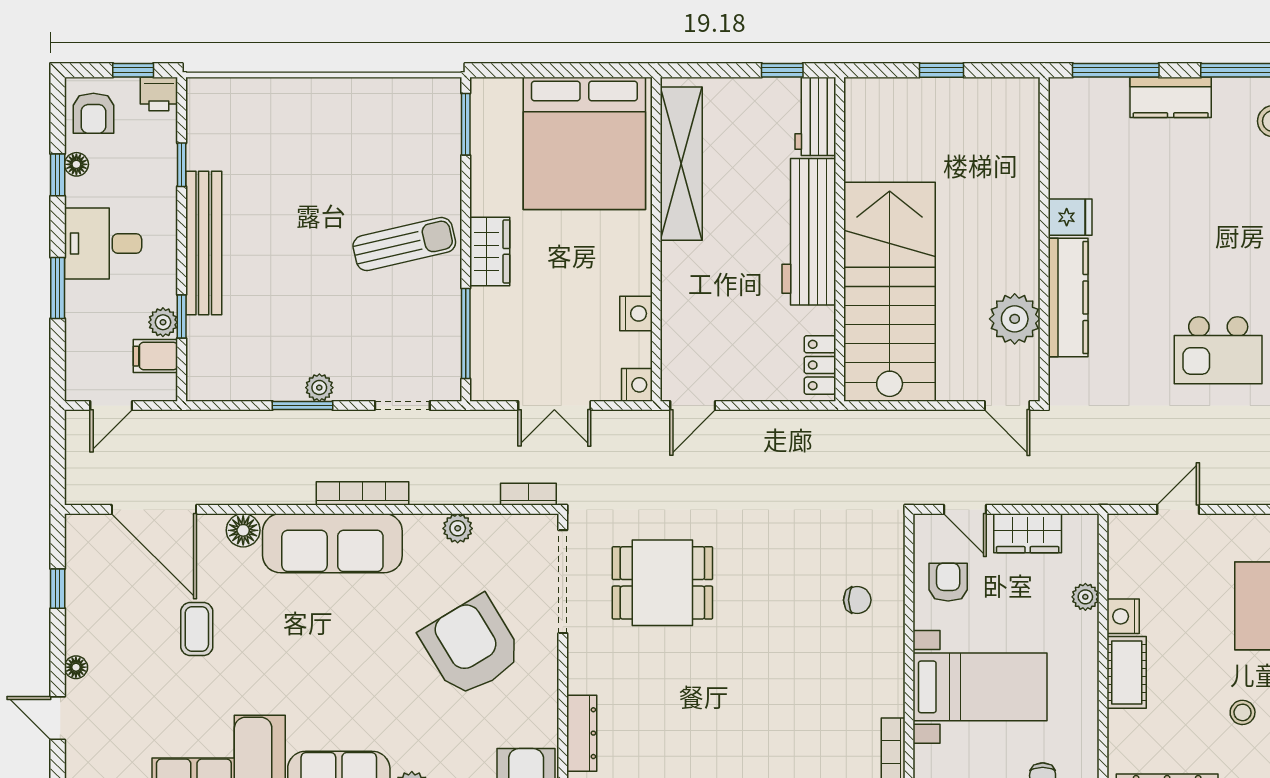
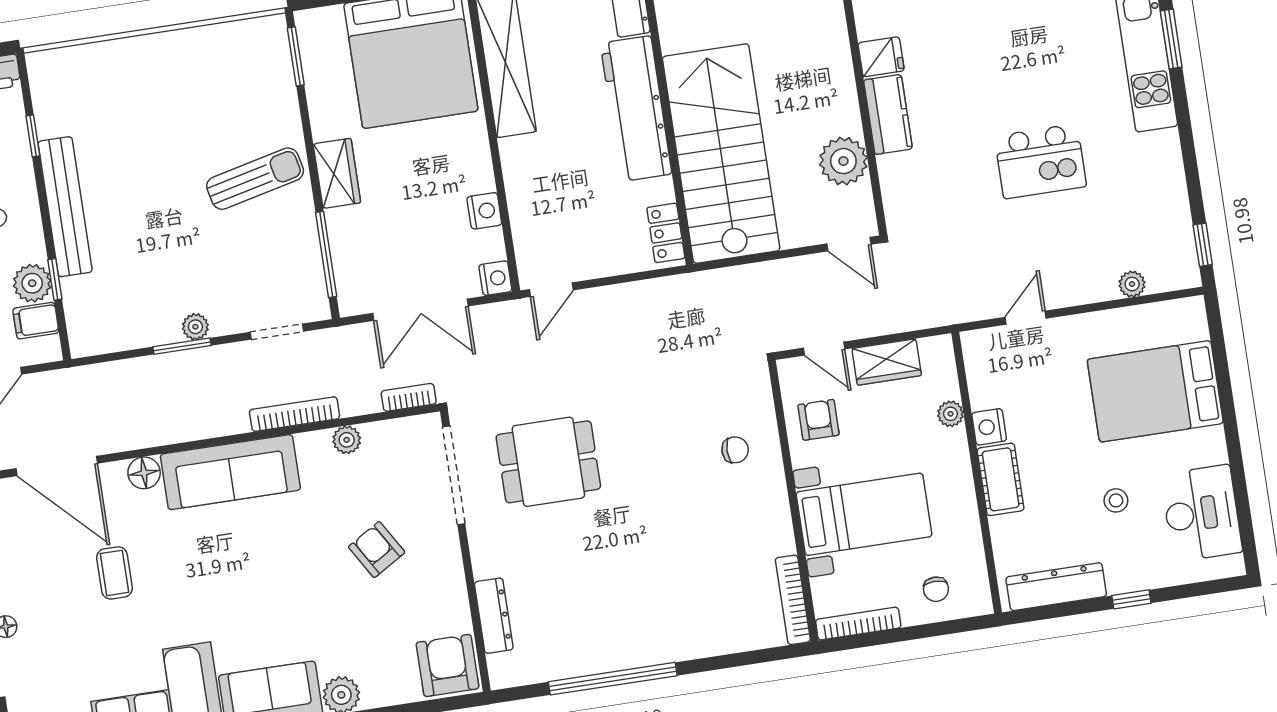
kitchen counter: (1068, 298) -> (888, 114), width x0.67
plant: (163, 322) -> (32, 283), width x1.38, depth x1.38
double door: (554, 405) -> (420, 310), width x1.37
bookcase: (363, 493) -> (295, 414), moved
armchair: (471, 646) -> (377, 550), width x0.53, depth x0.53

